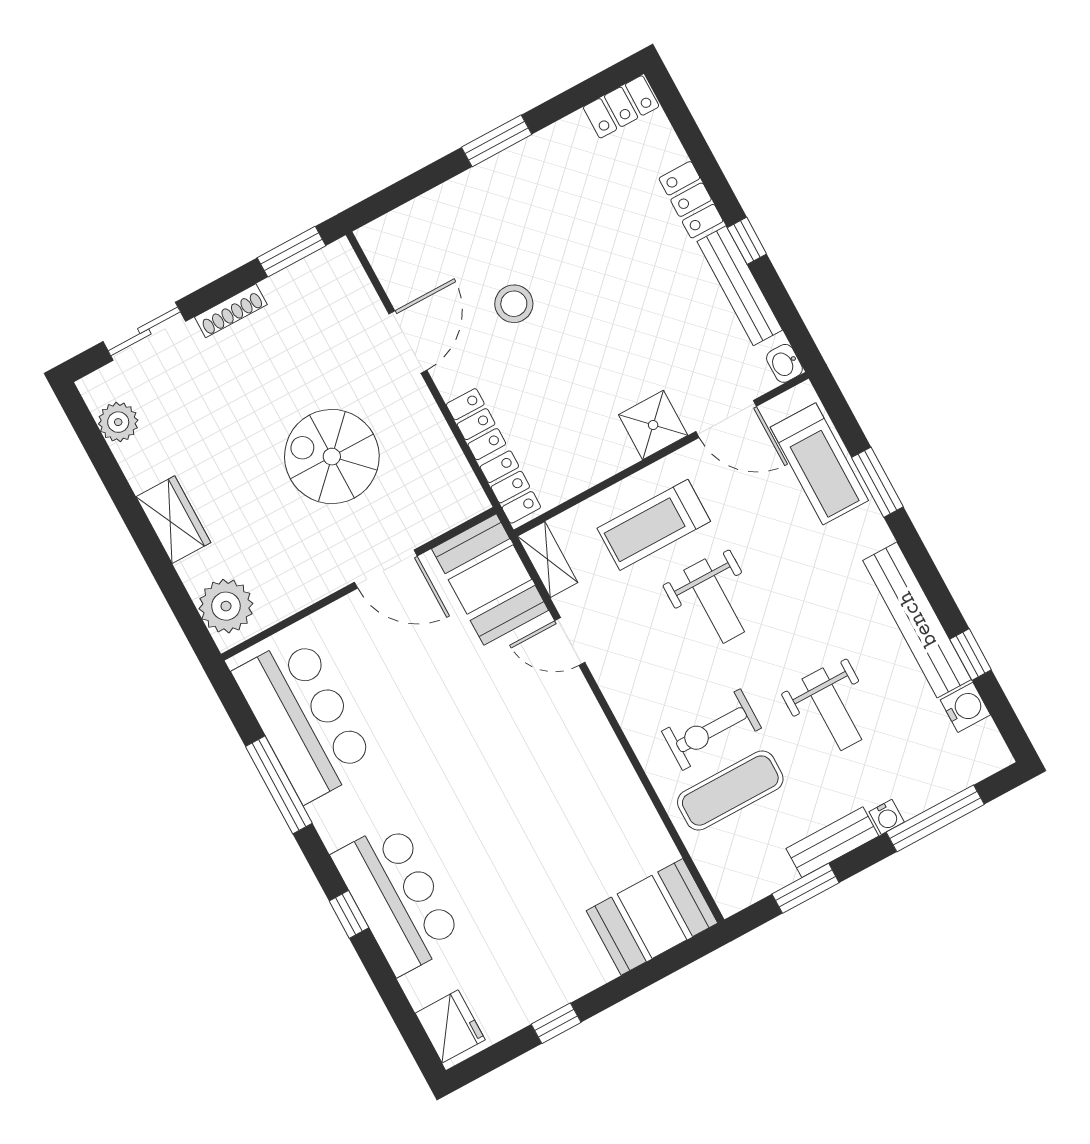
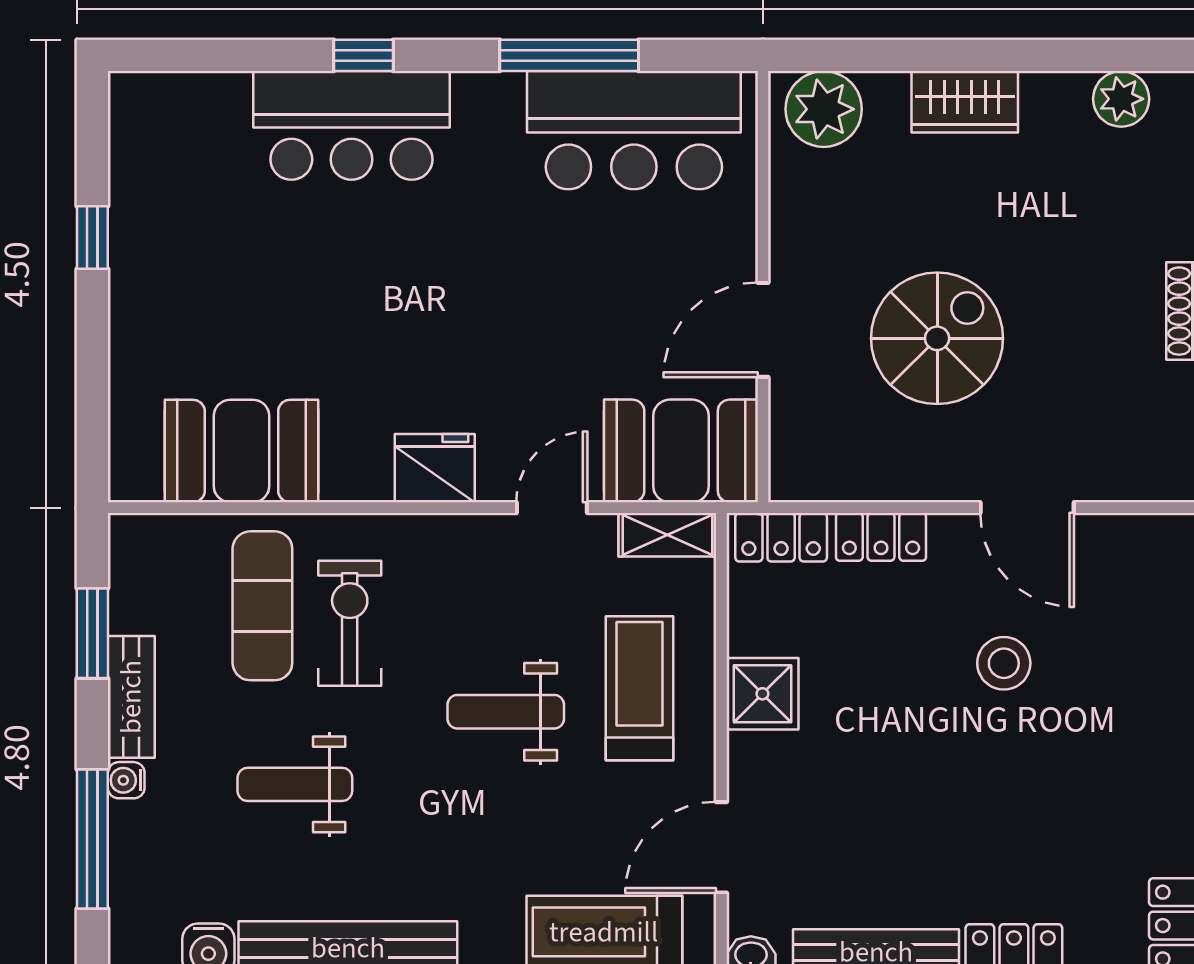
shower: (653, 425) -> (762, 694), moved
booth: (652, 917) -> (242, 451), moved, turned 90
fridge: (450, 1026) -> (435, 468), moved, turned 180

